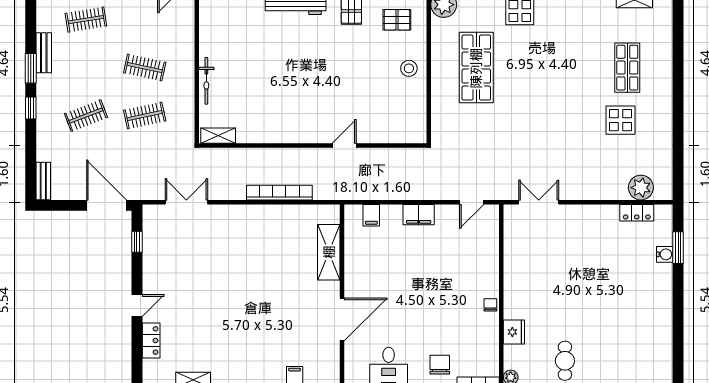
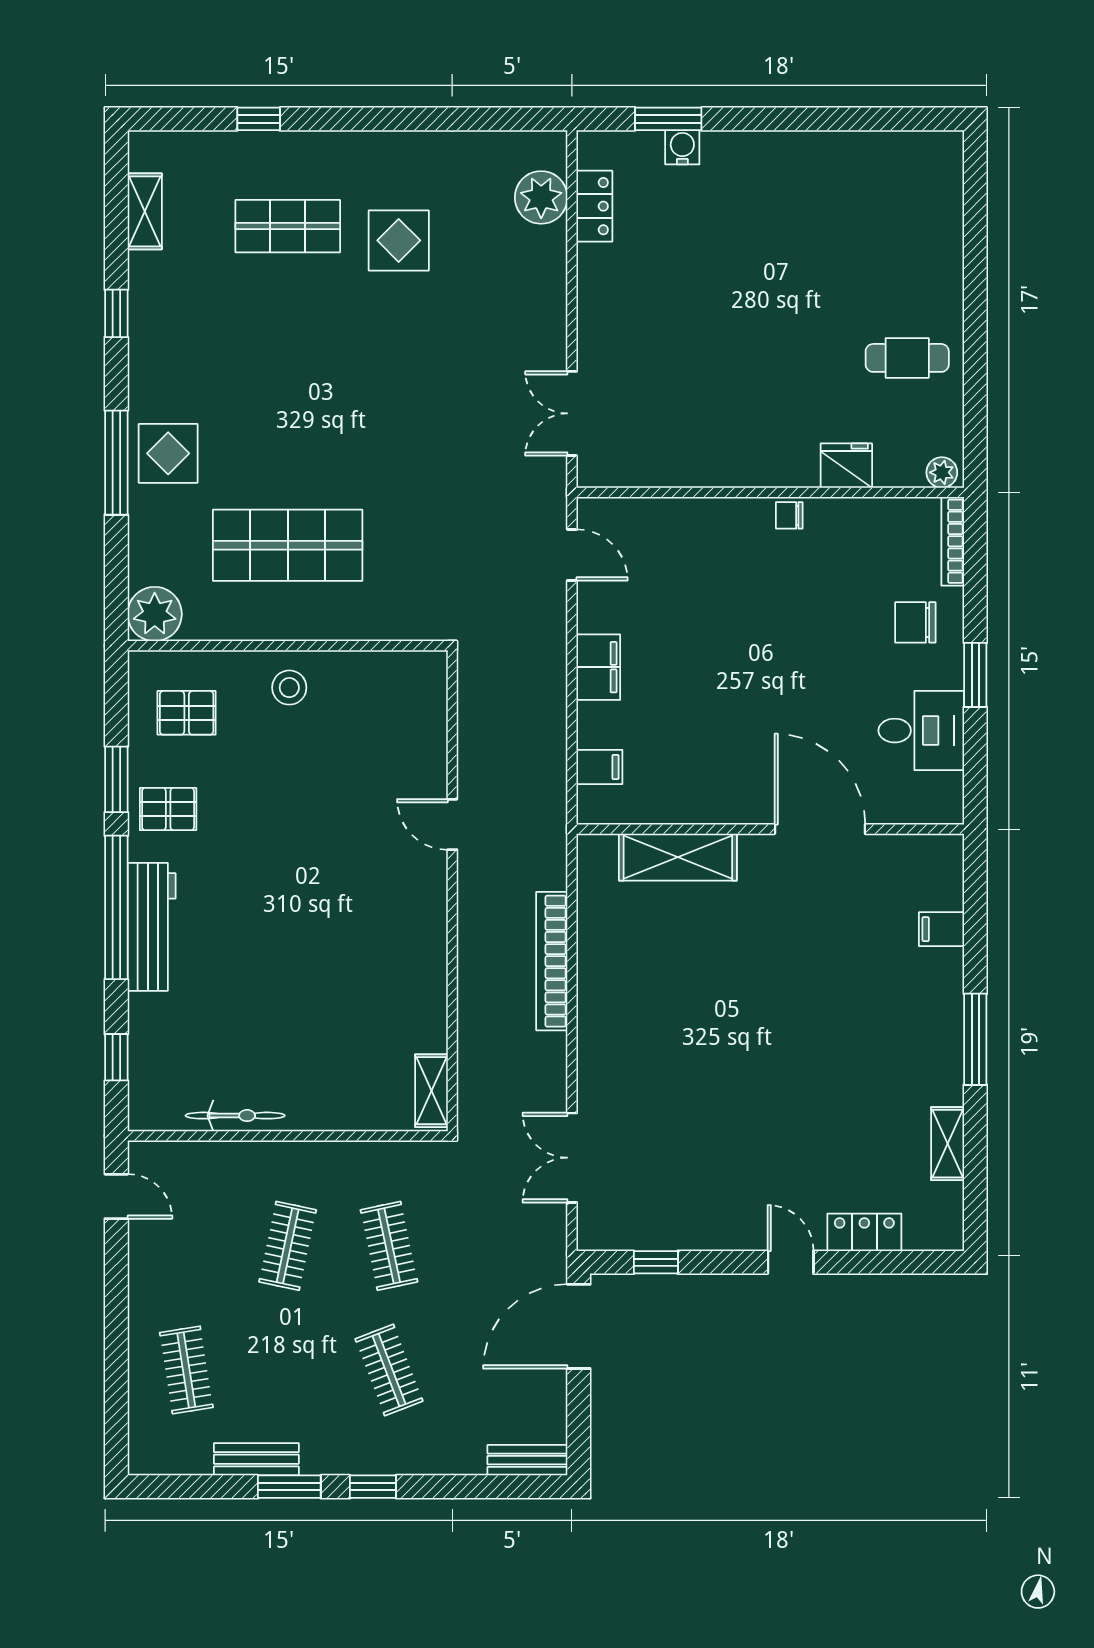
pallet: (397, 20) -> (187, 713), turned 90
window: (678, 54) -> (259, 119), added
bicycle: (206, 81) -> (235, 1116), moved

